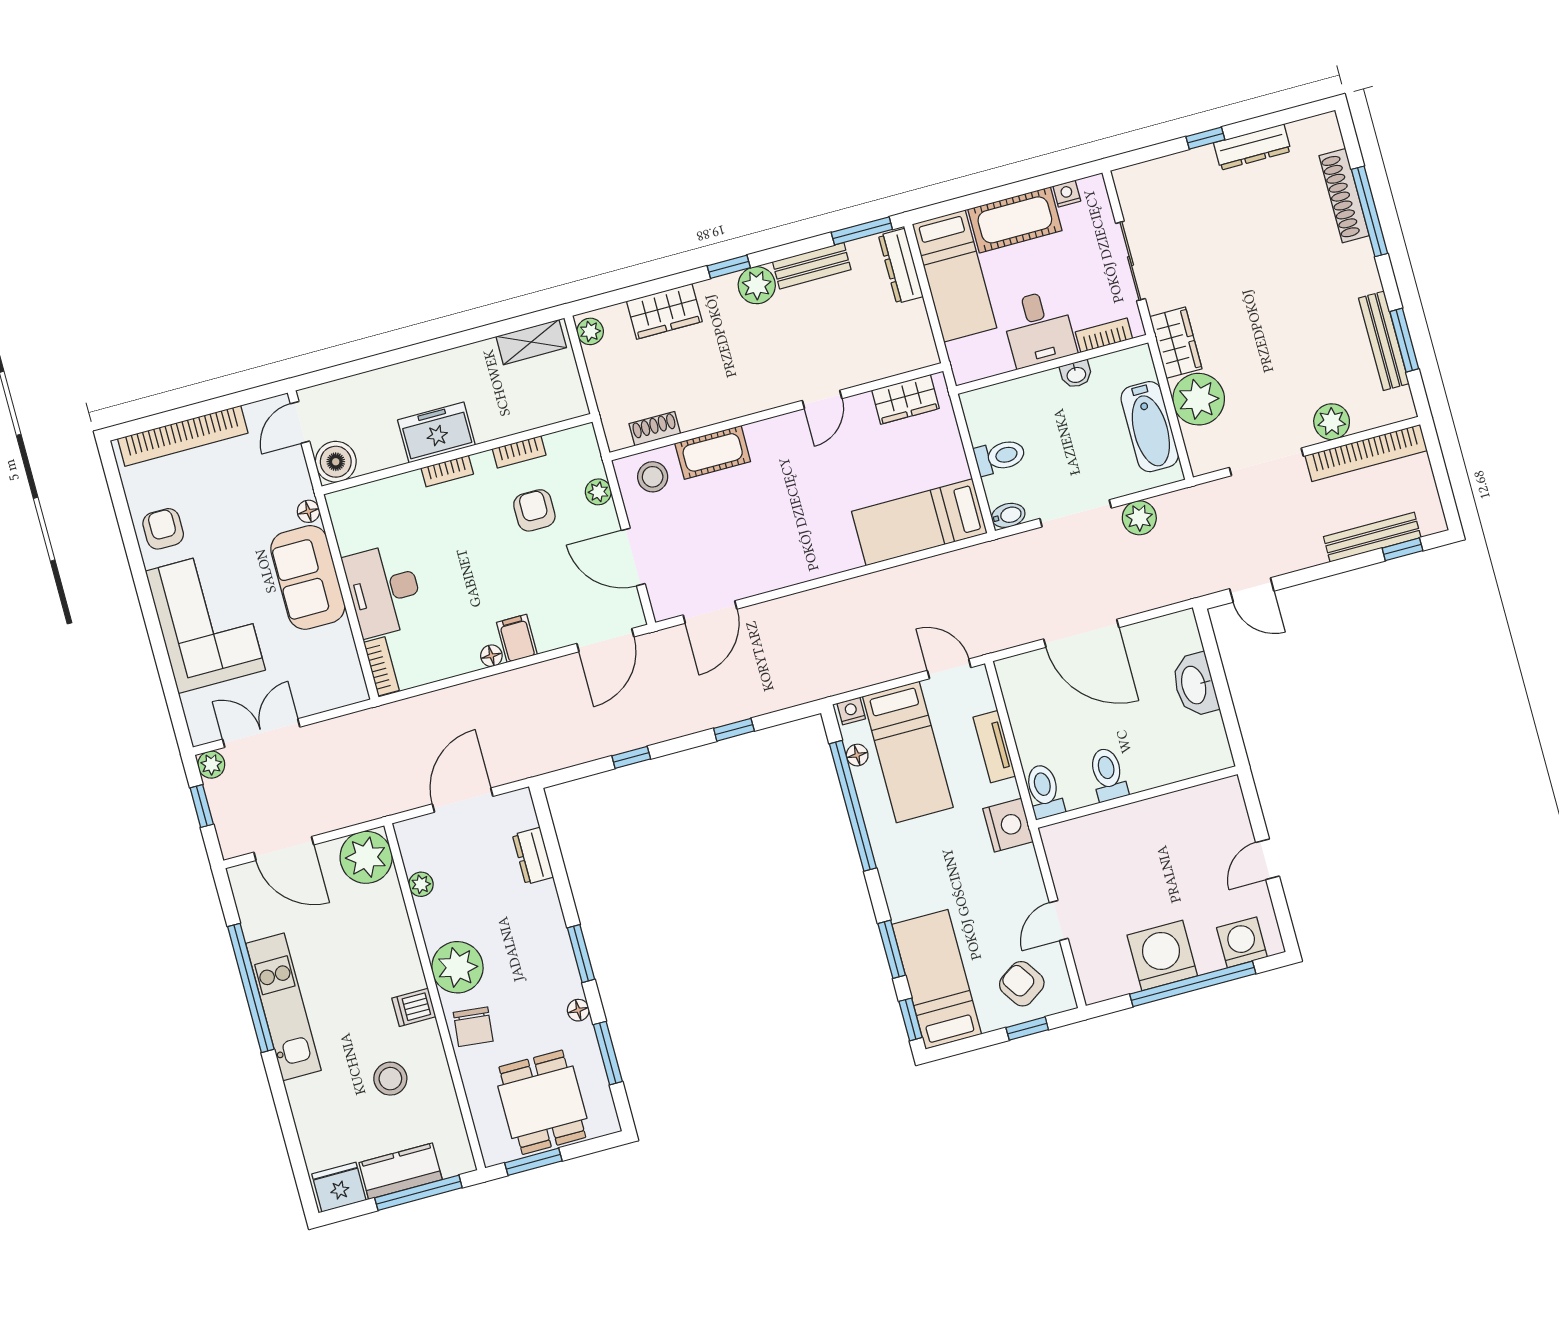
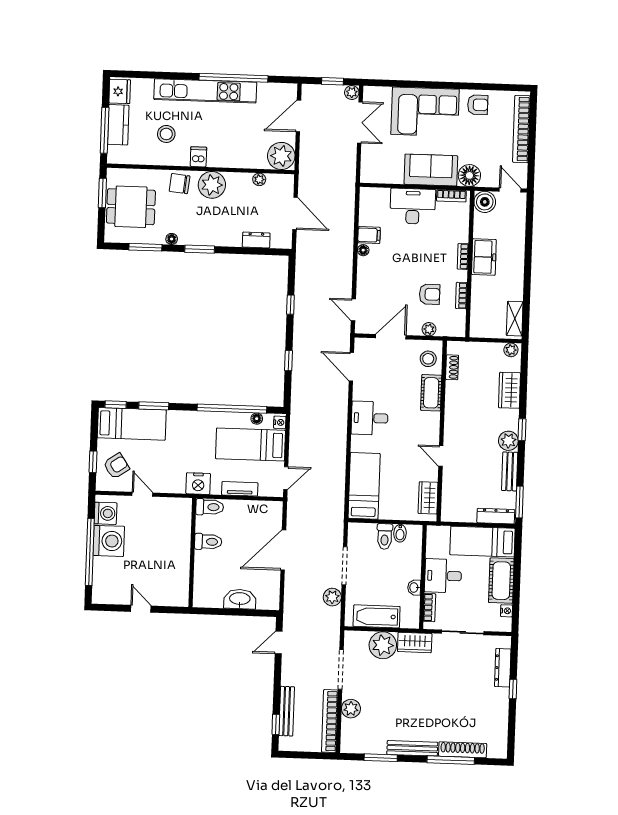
dresser: (1252, 147) -> (503, 668), moved
bench: (1384, 341) -> (412, 748), moved
floor lamp: (308, 511) -> (469, 175), width x1.89, depth x1.89
bidet: (1008, 515) -> (400, 533), moved
desk: (793, 550) -> (370, 418), added
filing cabinet: (517, 638) -> (369, 235), moved
door: (605, 640) -> (353, 310), width x0.73
bookcase: (381, 666) -> (451, 196), moved
washing machine: (1242, 942) -> (106, 513), moved
kitchen unit: (283, 1007) -> (205, 91), width x1.36

